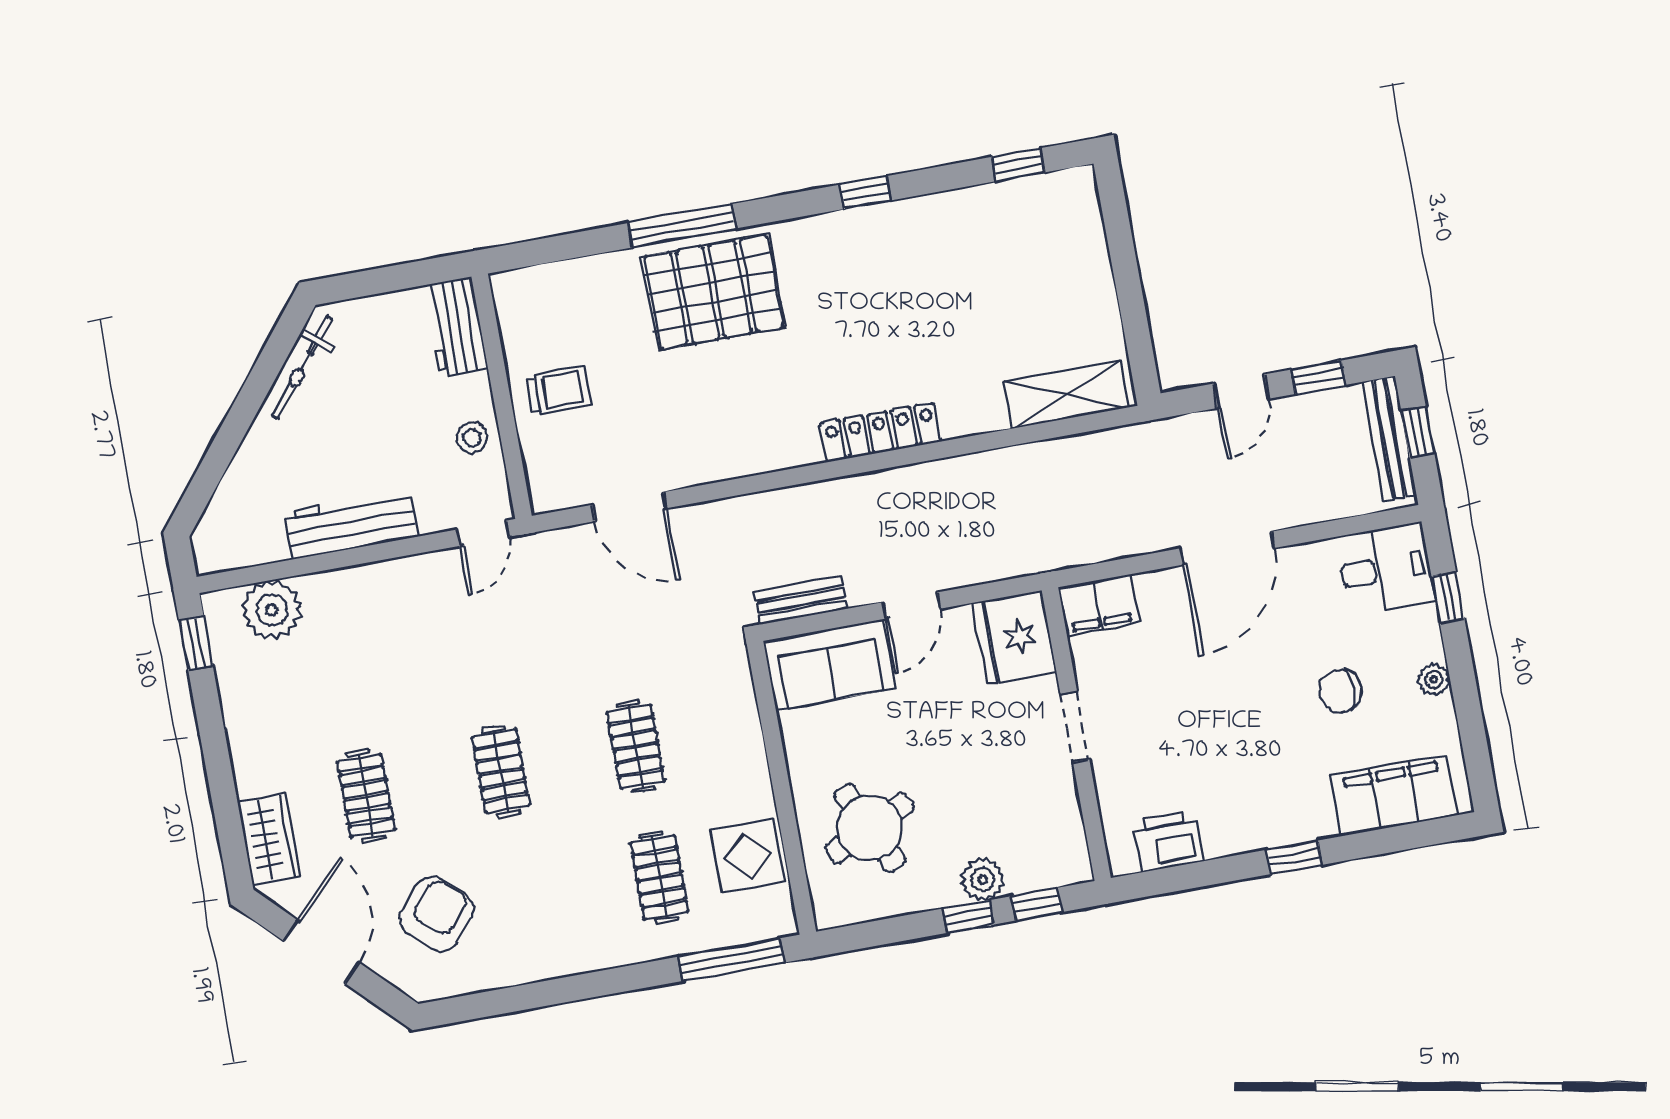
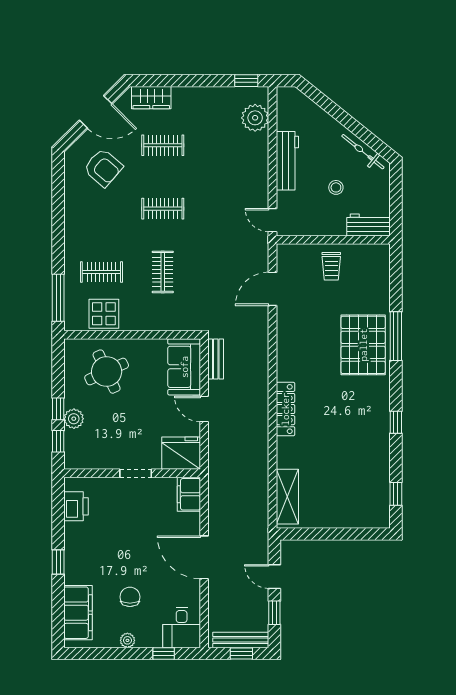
stool: (472, 438) -> (336, 187), moved
clothes rail: (636, 747) -> (163, 272), turned 90

